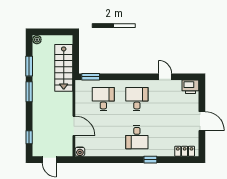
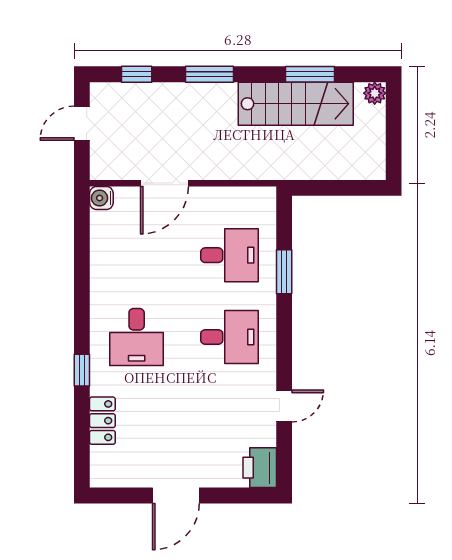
stairs: (64, 68) -> (296, 104), moved, turned 180
window: (91, 77) -> (284, 272), moved
window: (29, 92) -> (209, 74), moved
desk: (137, 137) -> (137, 337), turned -90
locker: (185, 151) -> (102, 421), moved

